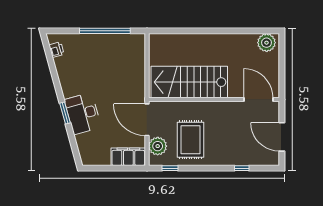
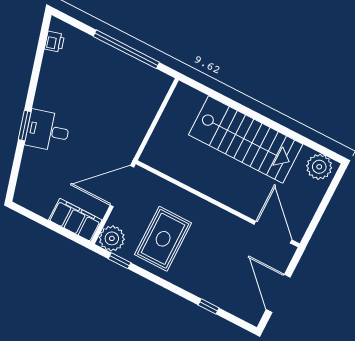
stairs: (189, 82) -> (246, 139), moved, turned 180
desk: (83, 114) -> (48, 131), width x0.73
door: (147, 120) -> (122, 186), hinge flipped
plant: (158, 146) -> (112, 238), moved

